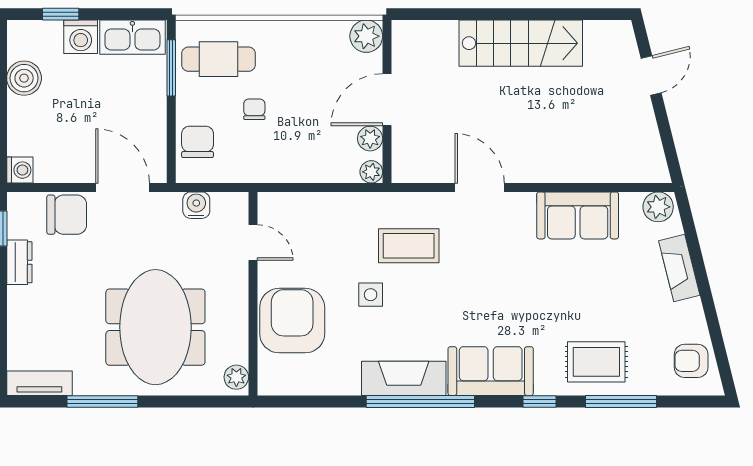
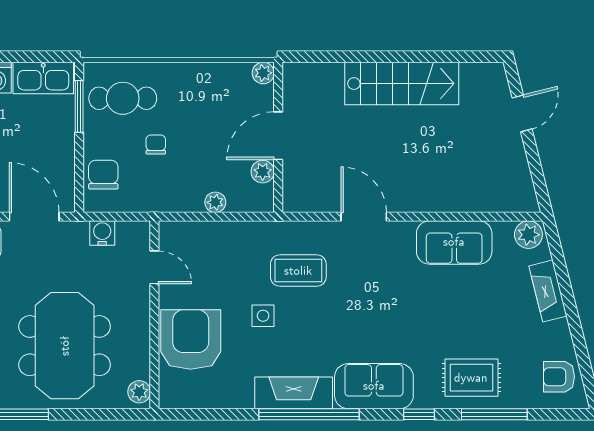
plant: (366, 36) -> (263, 73), width x0.73, depth x0.73
plant: (371, 172) -> (215, 202), moved

